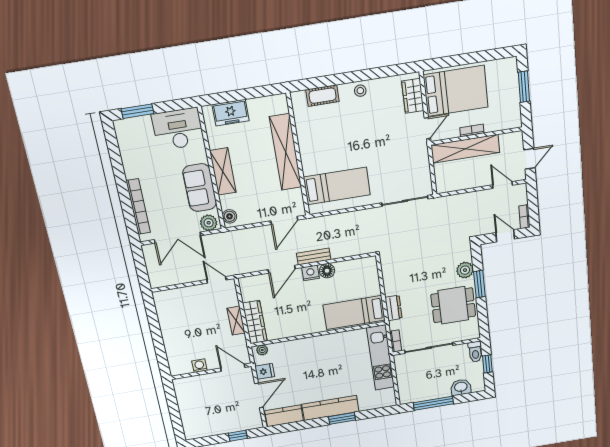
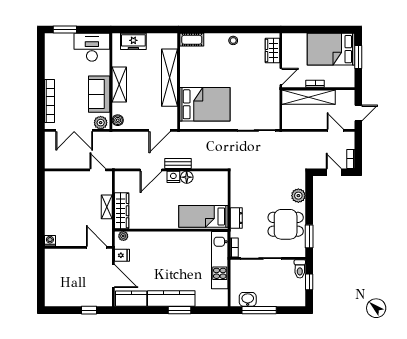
bed: (456, 91) -> (331, 49), moved, turned 180
cot: (323, 96) -> (192, 40), moved
bed: (337, 186) -> (205, 104), width x1.50
window: (479, 284) -> (309, 236), moved
washing machine: (199, 366) -> (50, 241), moved
washbasin: (461, 387) -> (248, 299), moved
door: (259, 395) -> (113, 276), hinge flipped

